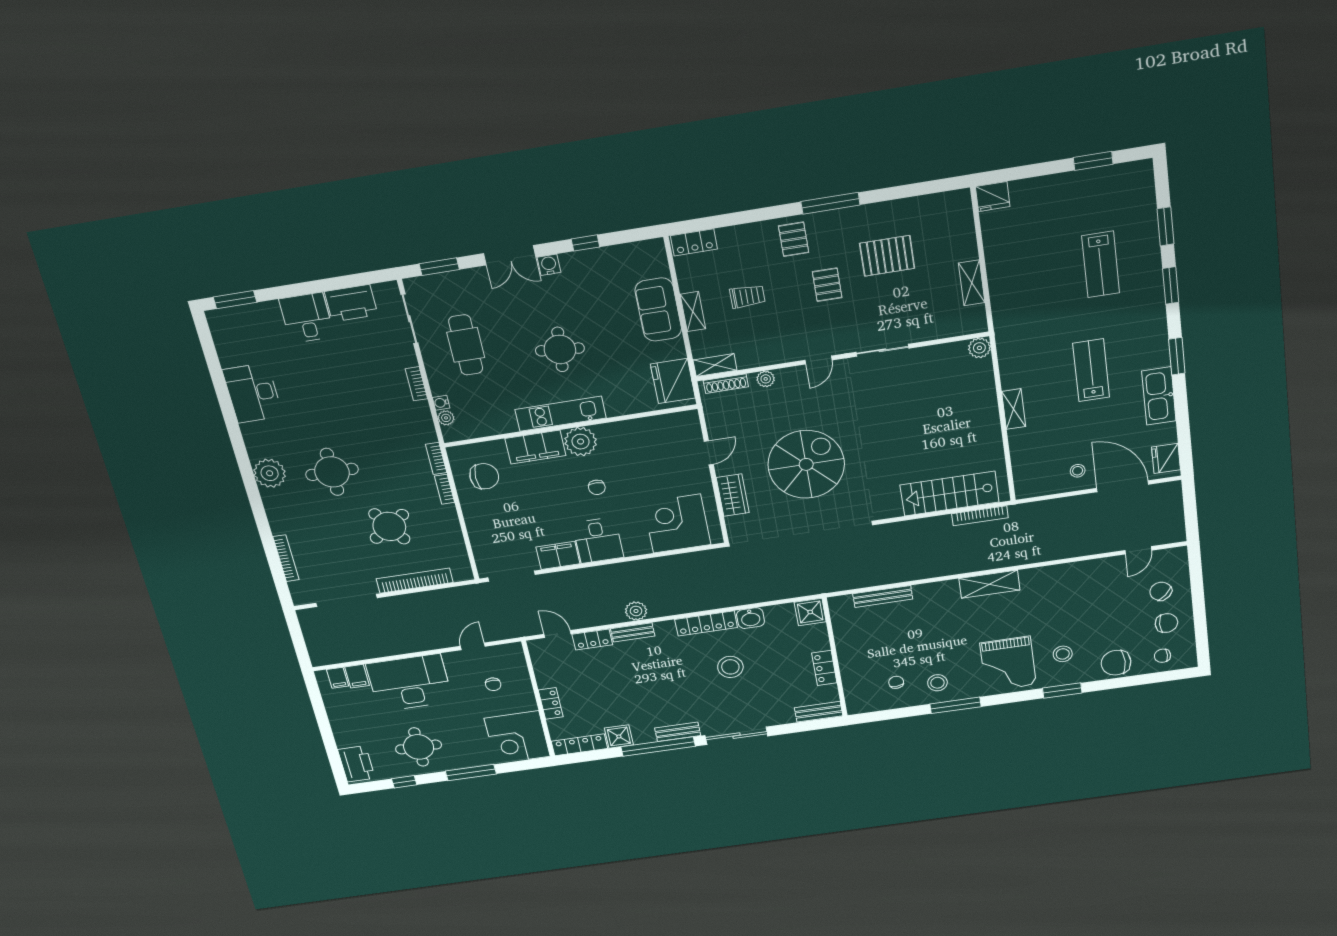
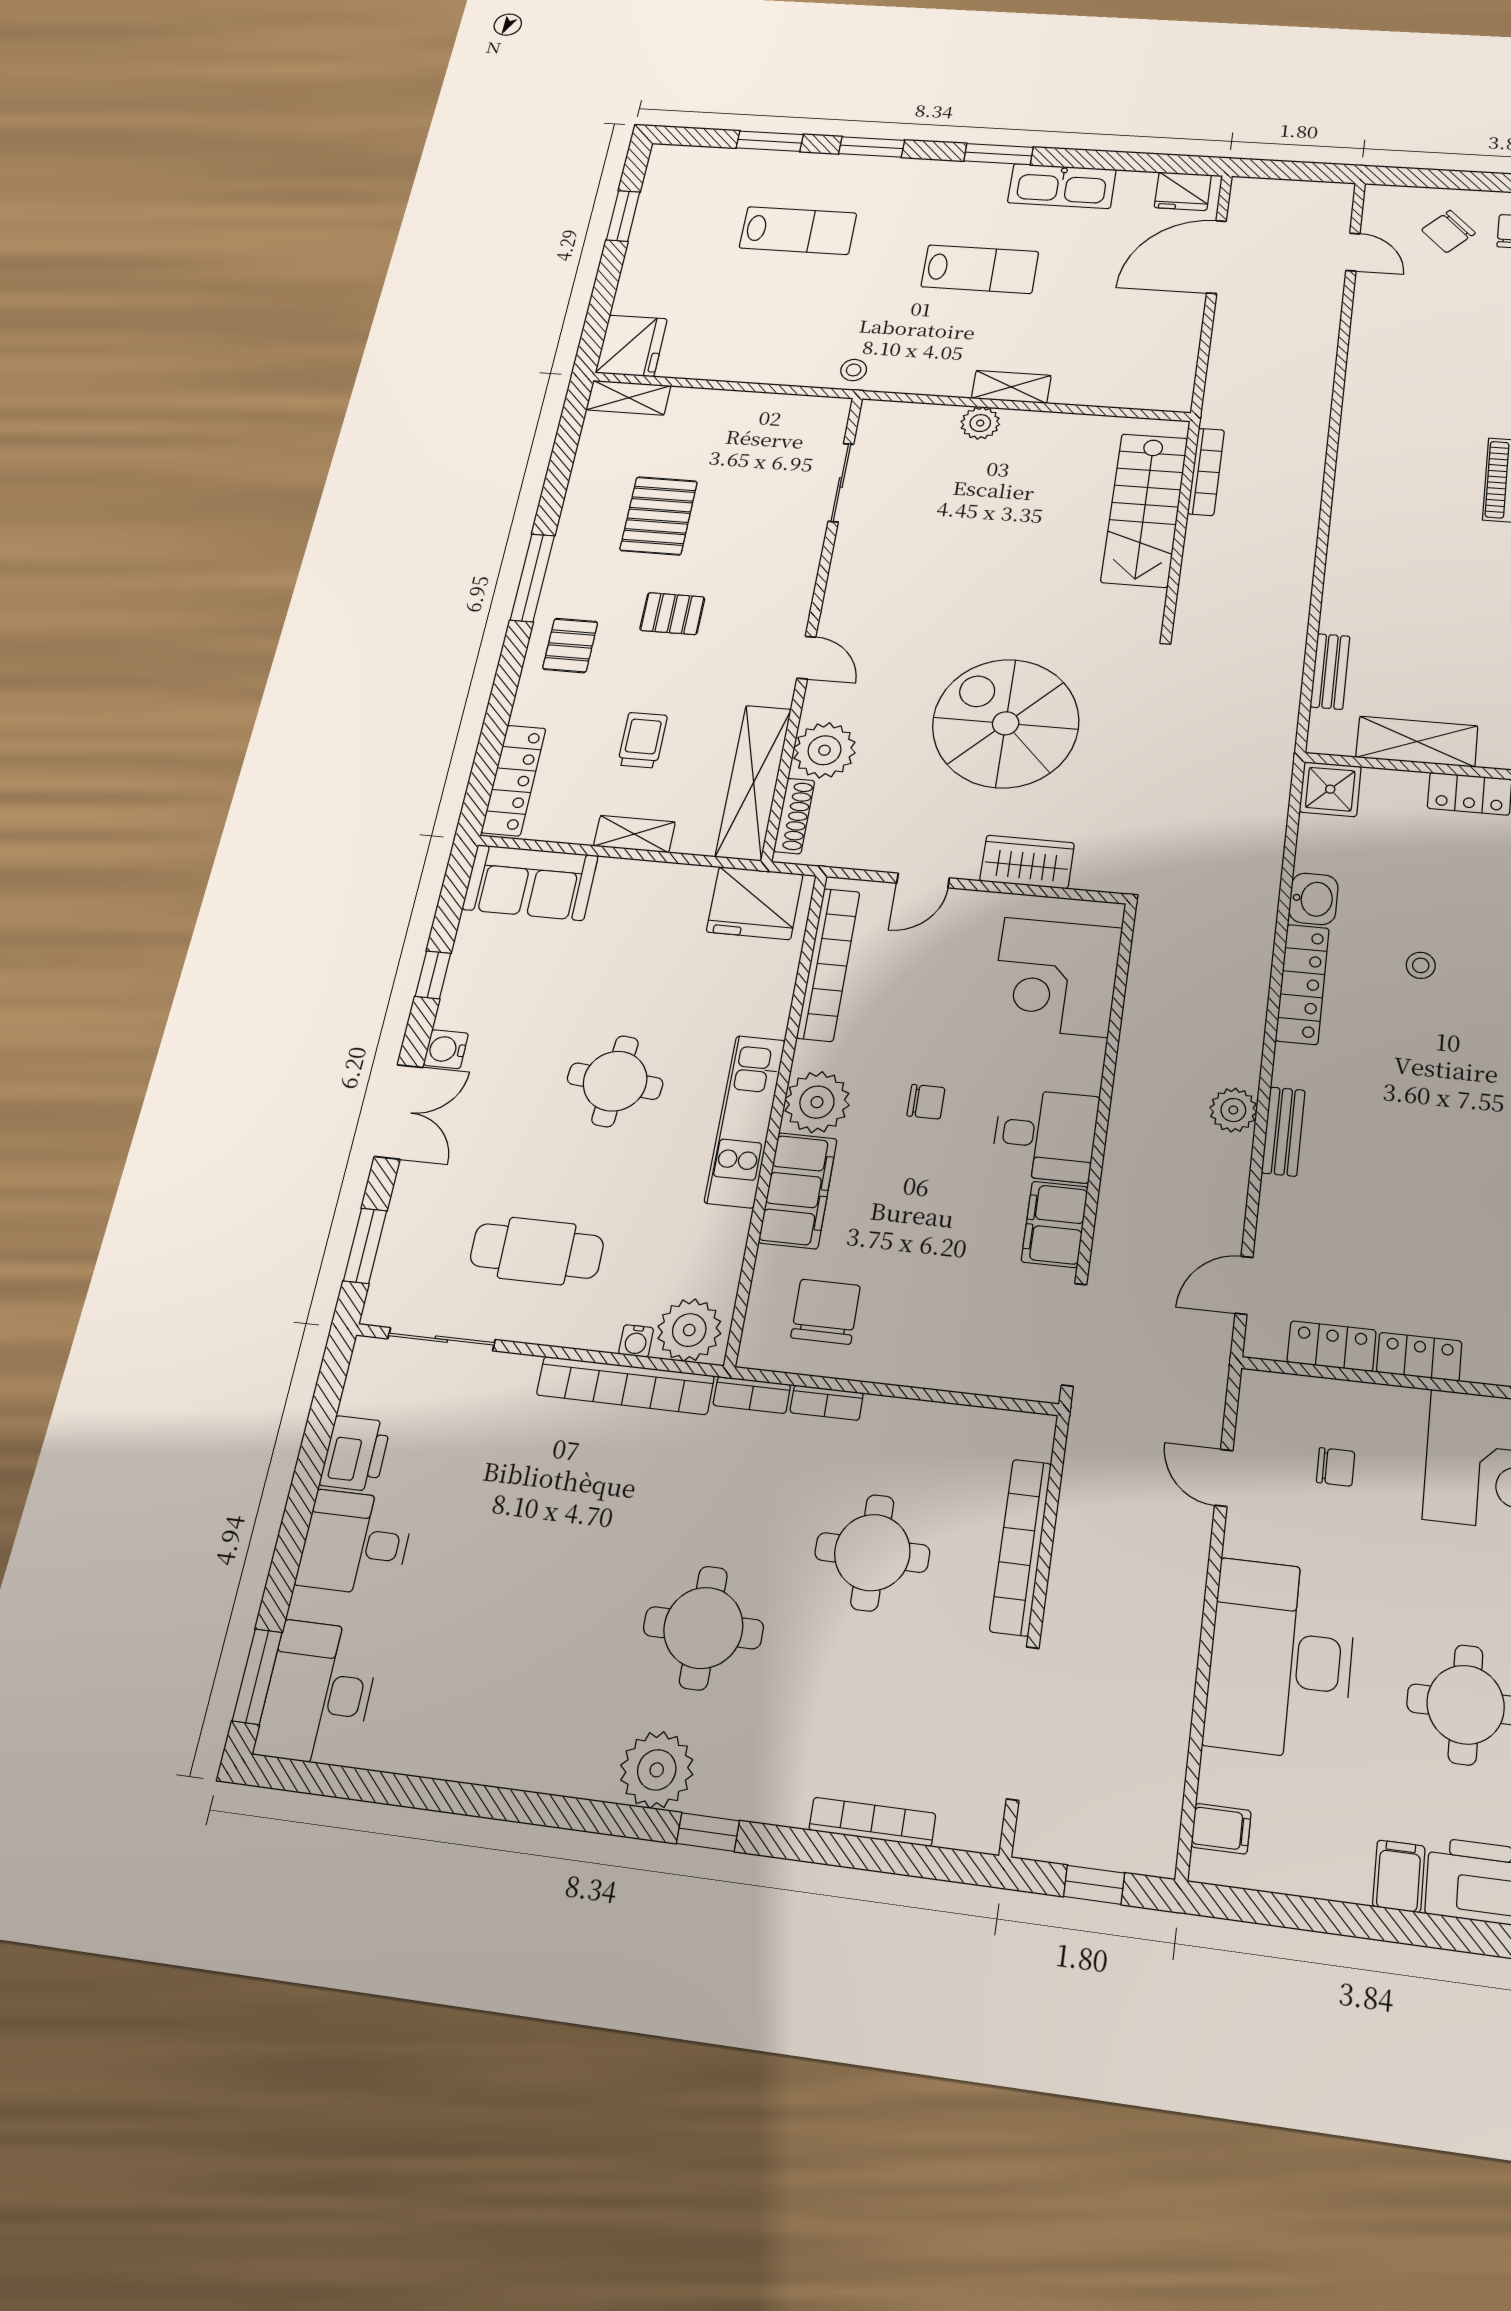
fridge: (993, 197) -> (631, 346), width x1.36, depth x1.34
pallet: (794, 239) -> (570, 645), turned 90
locker: (694, 242) -> (514, 780), width x1.53
shelving: (972, 283) -> (629, 398), moved
printer: (351, 303) -> (355, 1454), width x0.73, depth x0.84
sofa: (658, 310) -> (530, 882), moved
plant: (979, 348) -> (980, 423), moved
sliding door: (882, 350) -> (841, 483), moved
shelving: (715, 365) -> (754, 782), width x2.20, depth x1.33
lab bench: (1091, 370) -> (980, 269), turned 180
plant: (766, 379) -> (824, 750), width x1.88, depth x1.88
bookcase: (416, 384) -> (625, 1385), width x2.31, depth x1.31
desk: (253, 393) -> (318, 1693), moved, turned 90
plant: (446, 418) -> (689, 1330), width x1.88, depth x1.88
bookcase: (651, 425) -> (828, 964), added
door: (709, 453) -> (923, 880), swing flipped
stool: (1078, 471) -> (854, 370), moved
window: (255, 500) -> (708, 1832), added
round table: (389, 526) -> (872, 1553), turned 34
shelving: (989, 584) -> (1417, 742), moved, turned 90
bench: (883, 596) -> (1330, 671), width x0.73
locker: (592, 639) -> (1332, 1346), moved, turned -90
window: (298, 641) -> (1094, 1885), added
stool: (730, 667) -> (1421, 965), width x0.53, depth x0.53
filing cabinet: (357, 676) -> (1399, 1876), moved, turned -90

